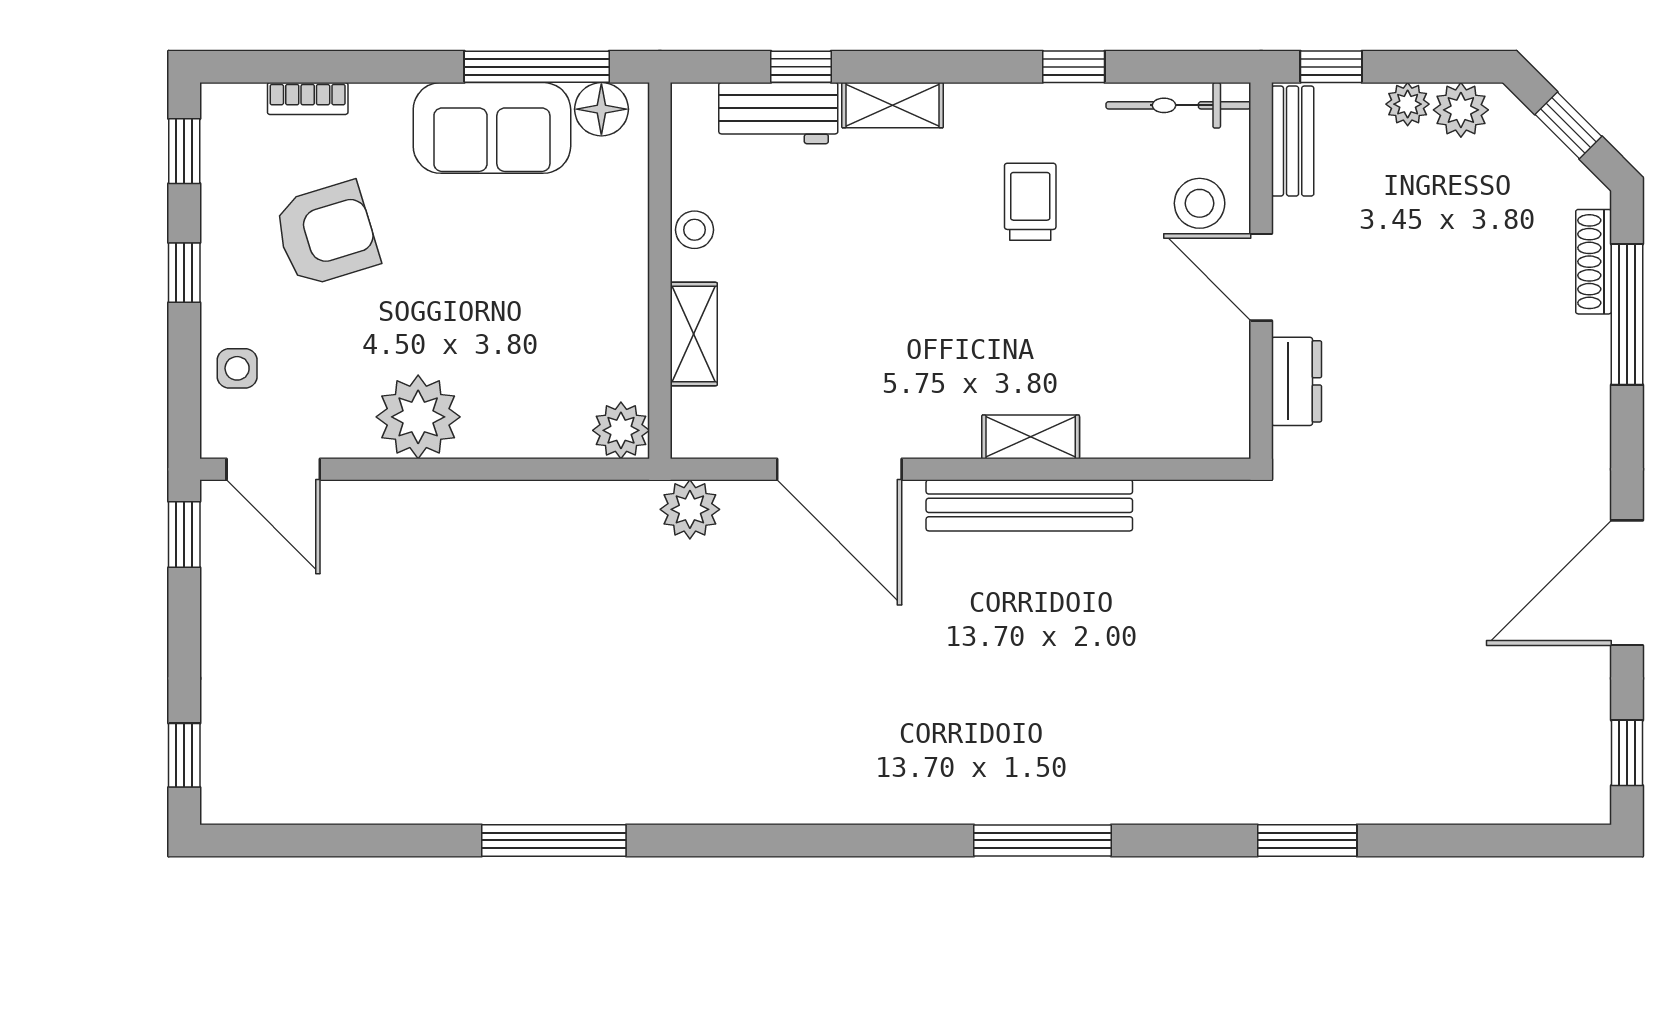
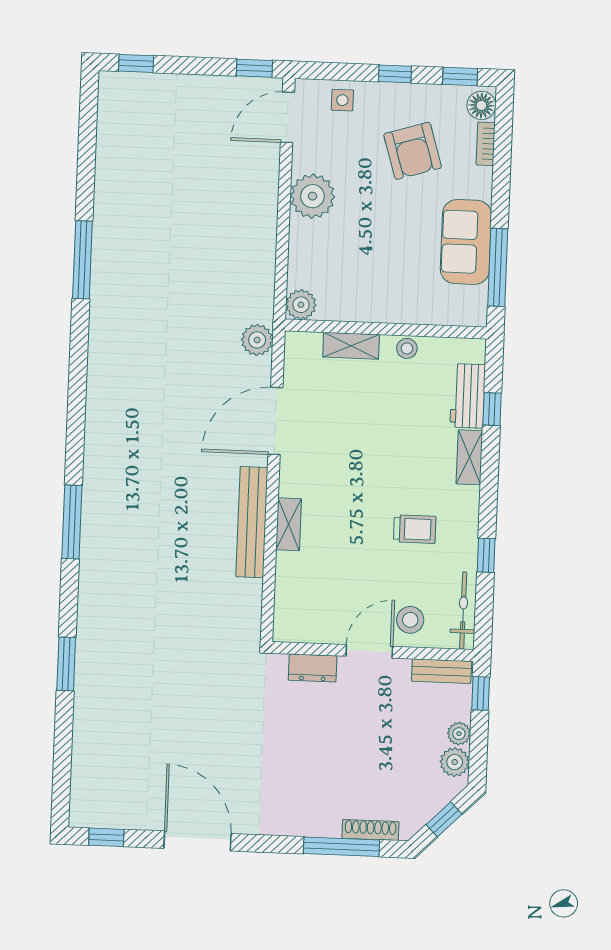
floor lamp: (601, 109) -> (481, 105), moved

